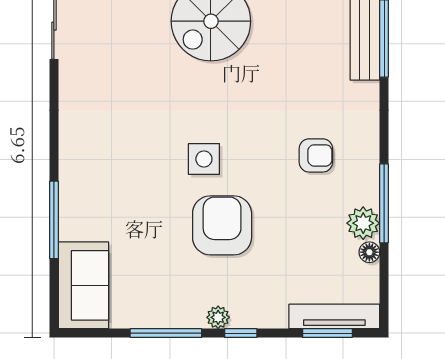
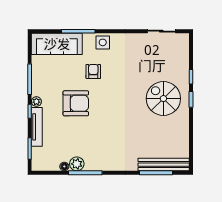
armchair: (316, 155) -> (93, 71), moved, turned 180
side table: (204, 159) -> (103, 42), moved
sofa: (83, 285) -> (57, 44), width x1.36
tv unit: (334, 316) -> (37, 127), moved

